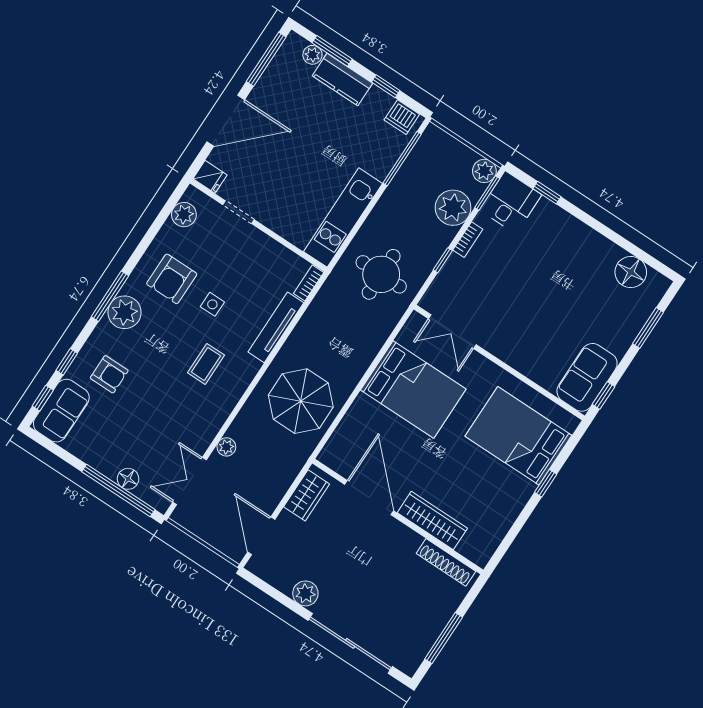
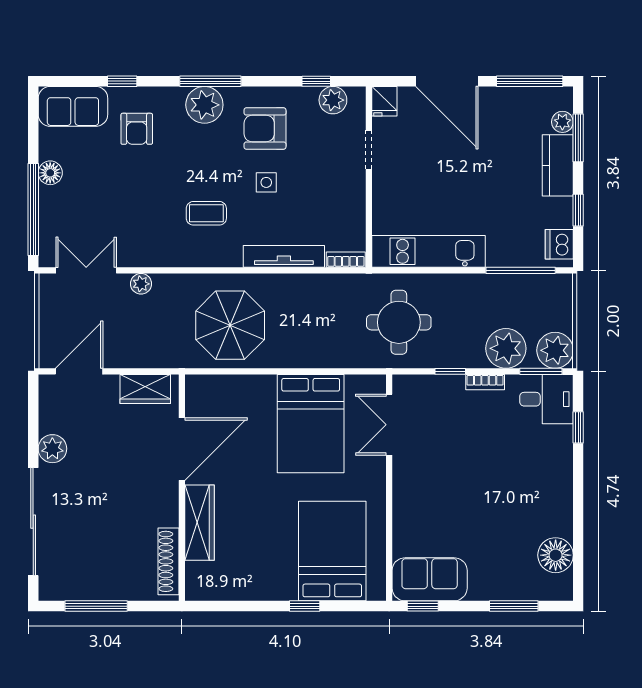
plant: (484, 171) -> (555, 350), width x1.36, depth x1.36
window: (43, 398) -> (316, 81), moved
floor lamp: (128, 479) -> (50, 173), moved

